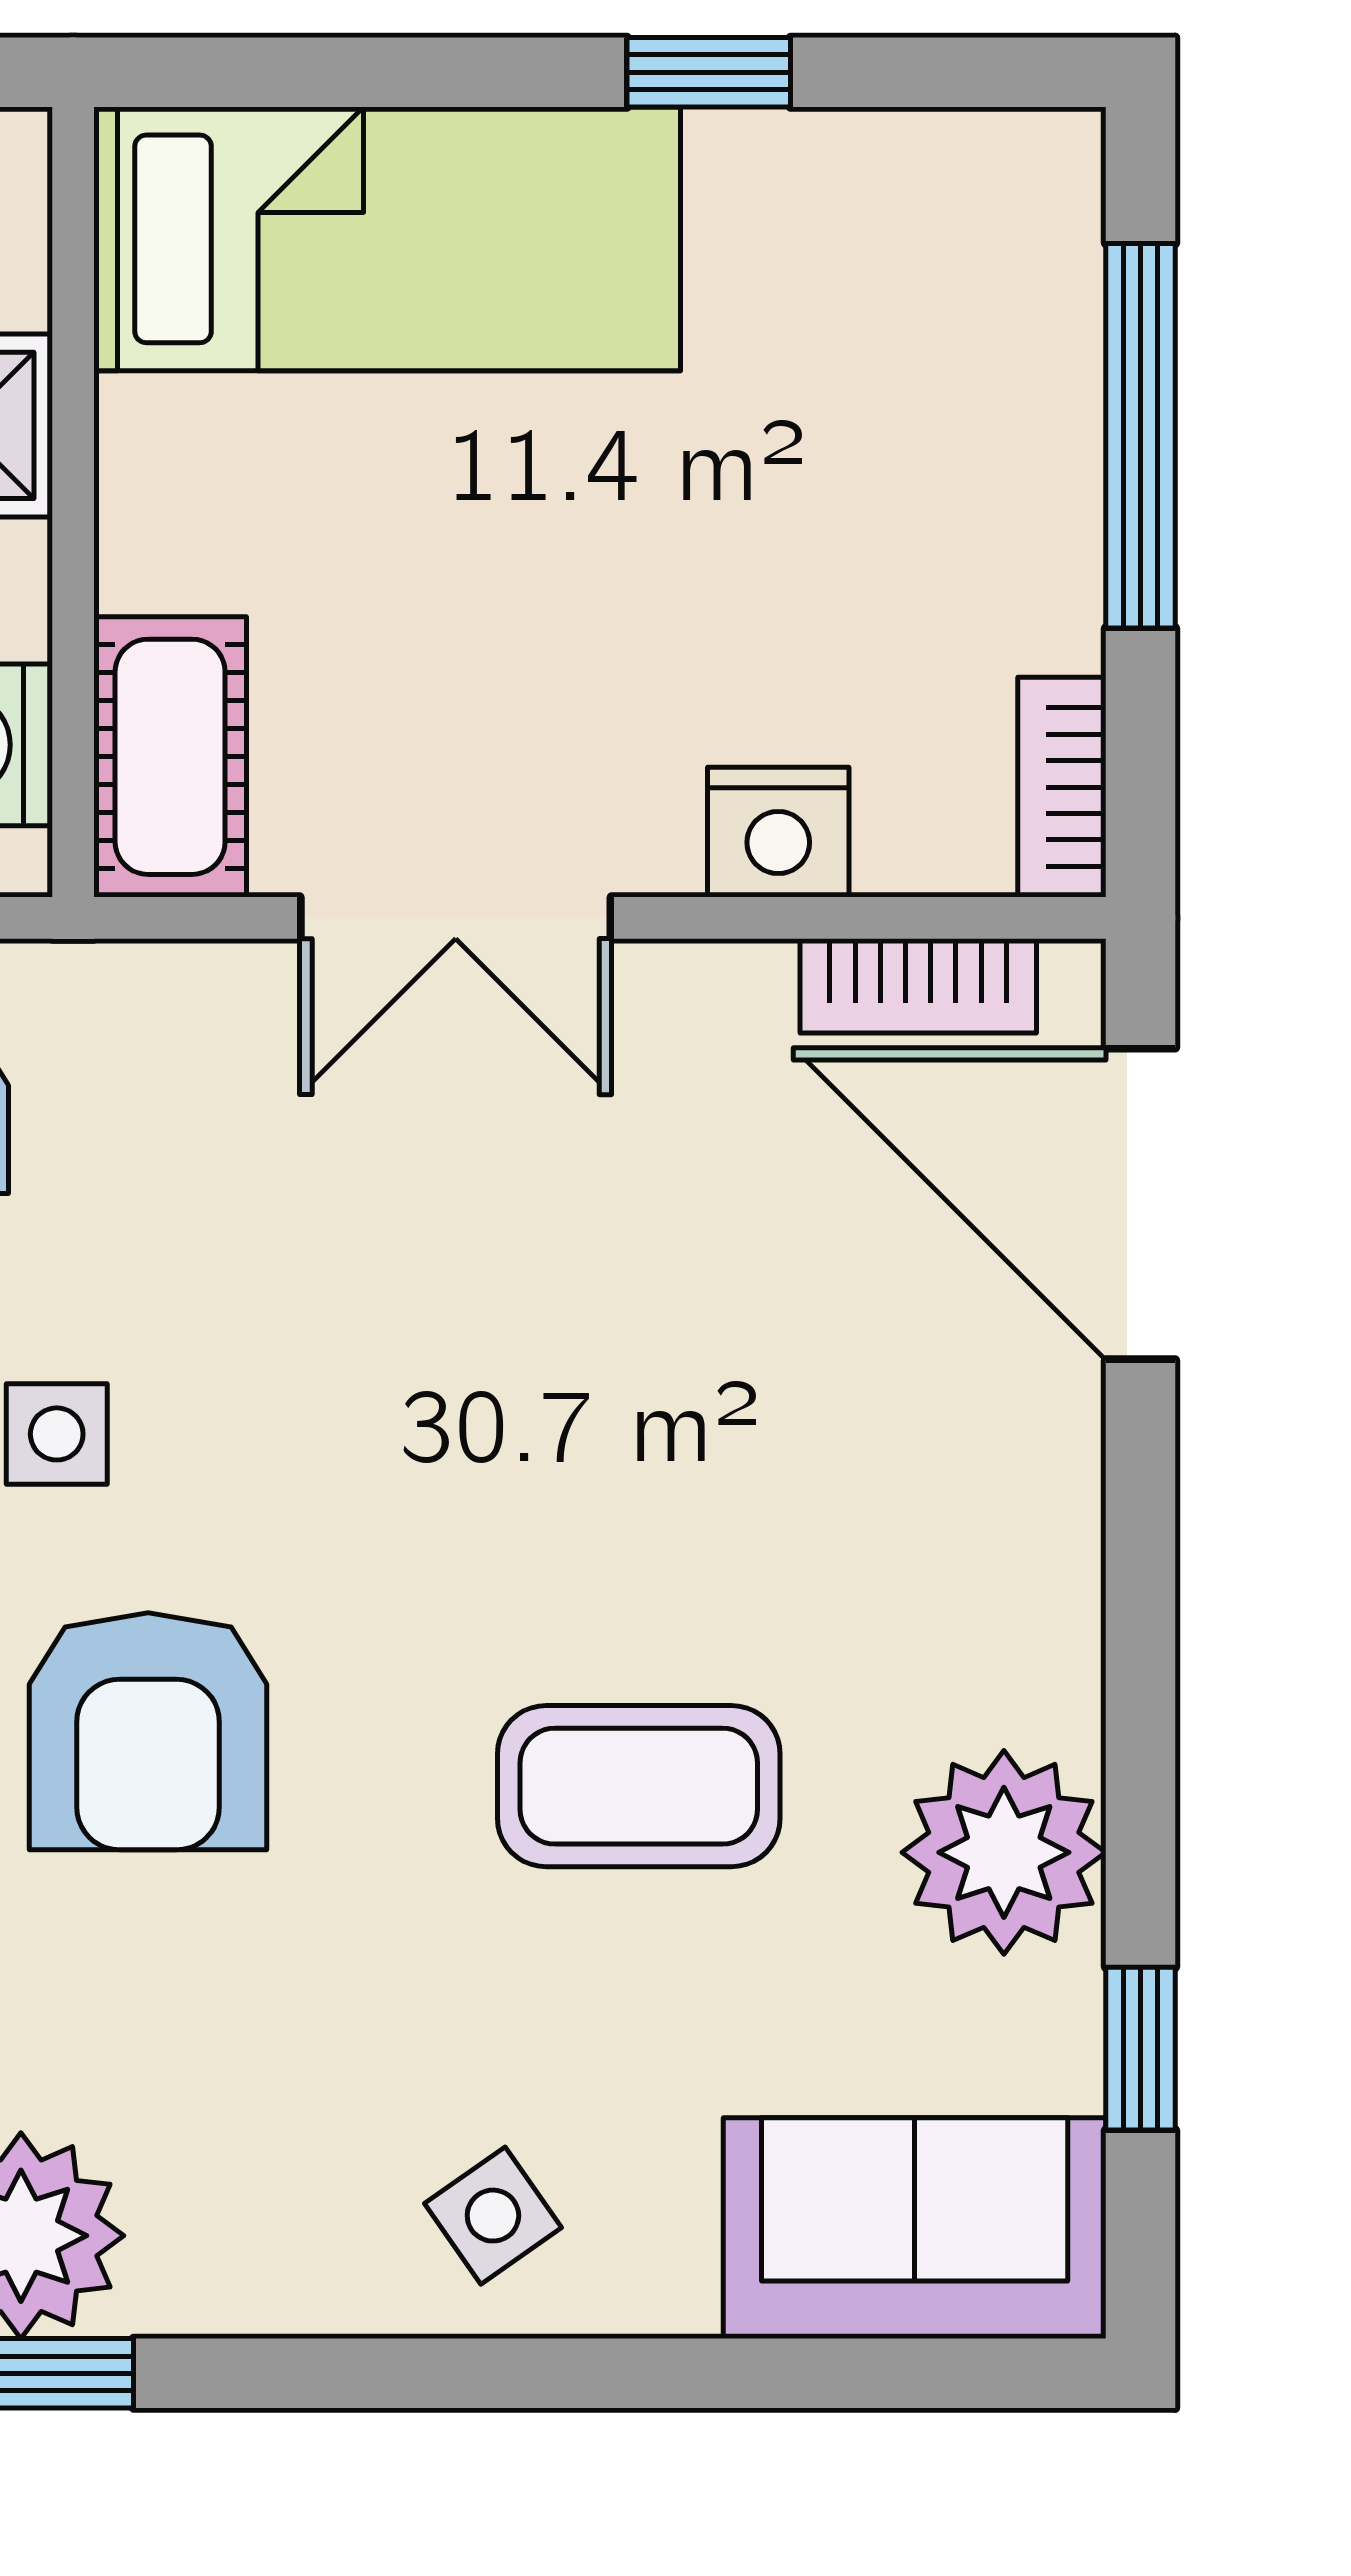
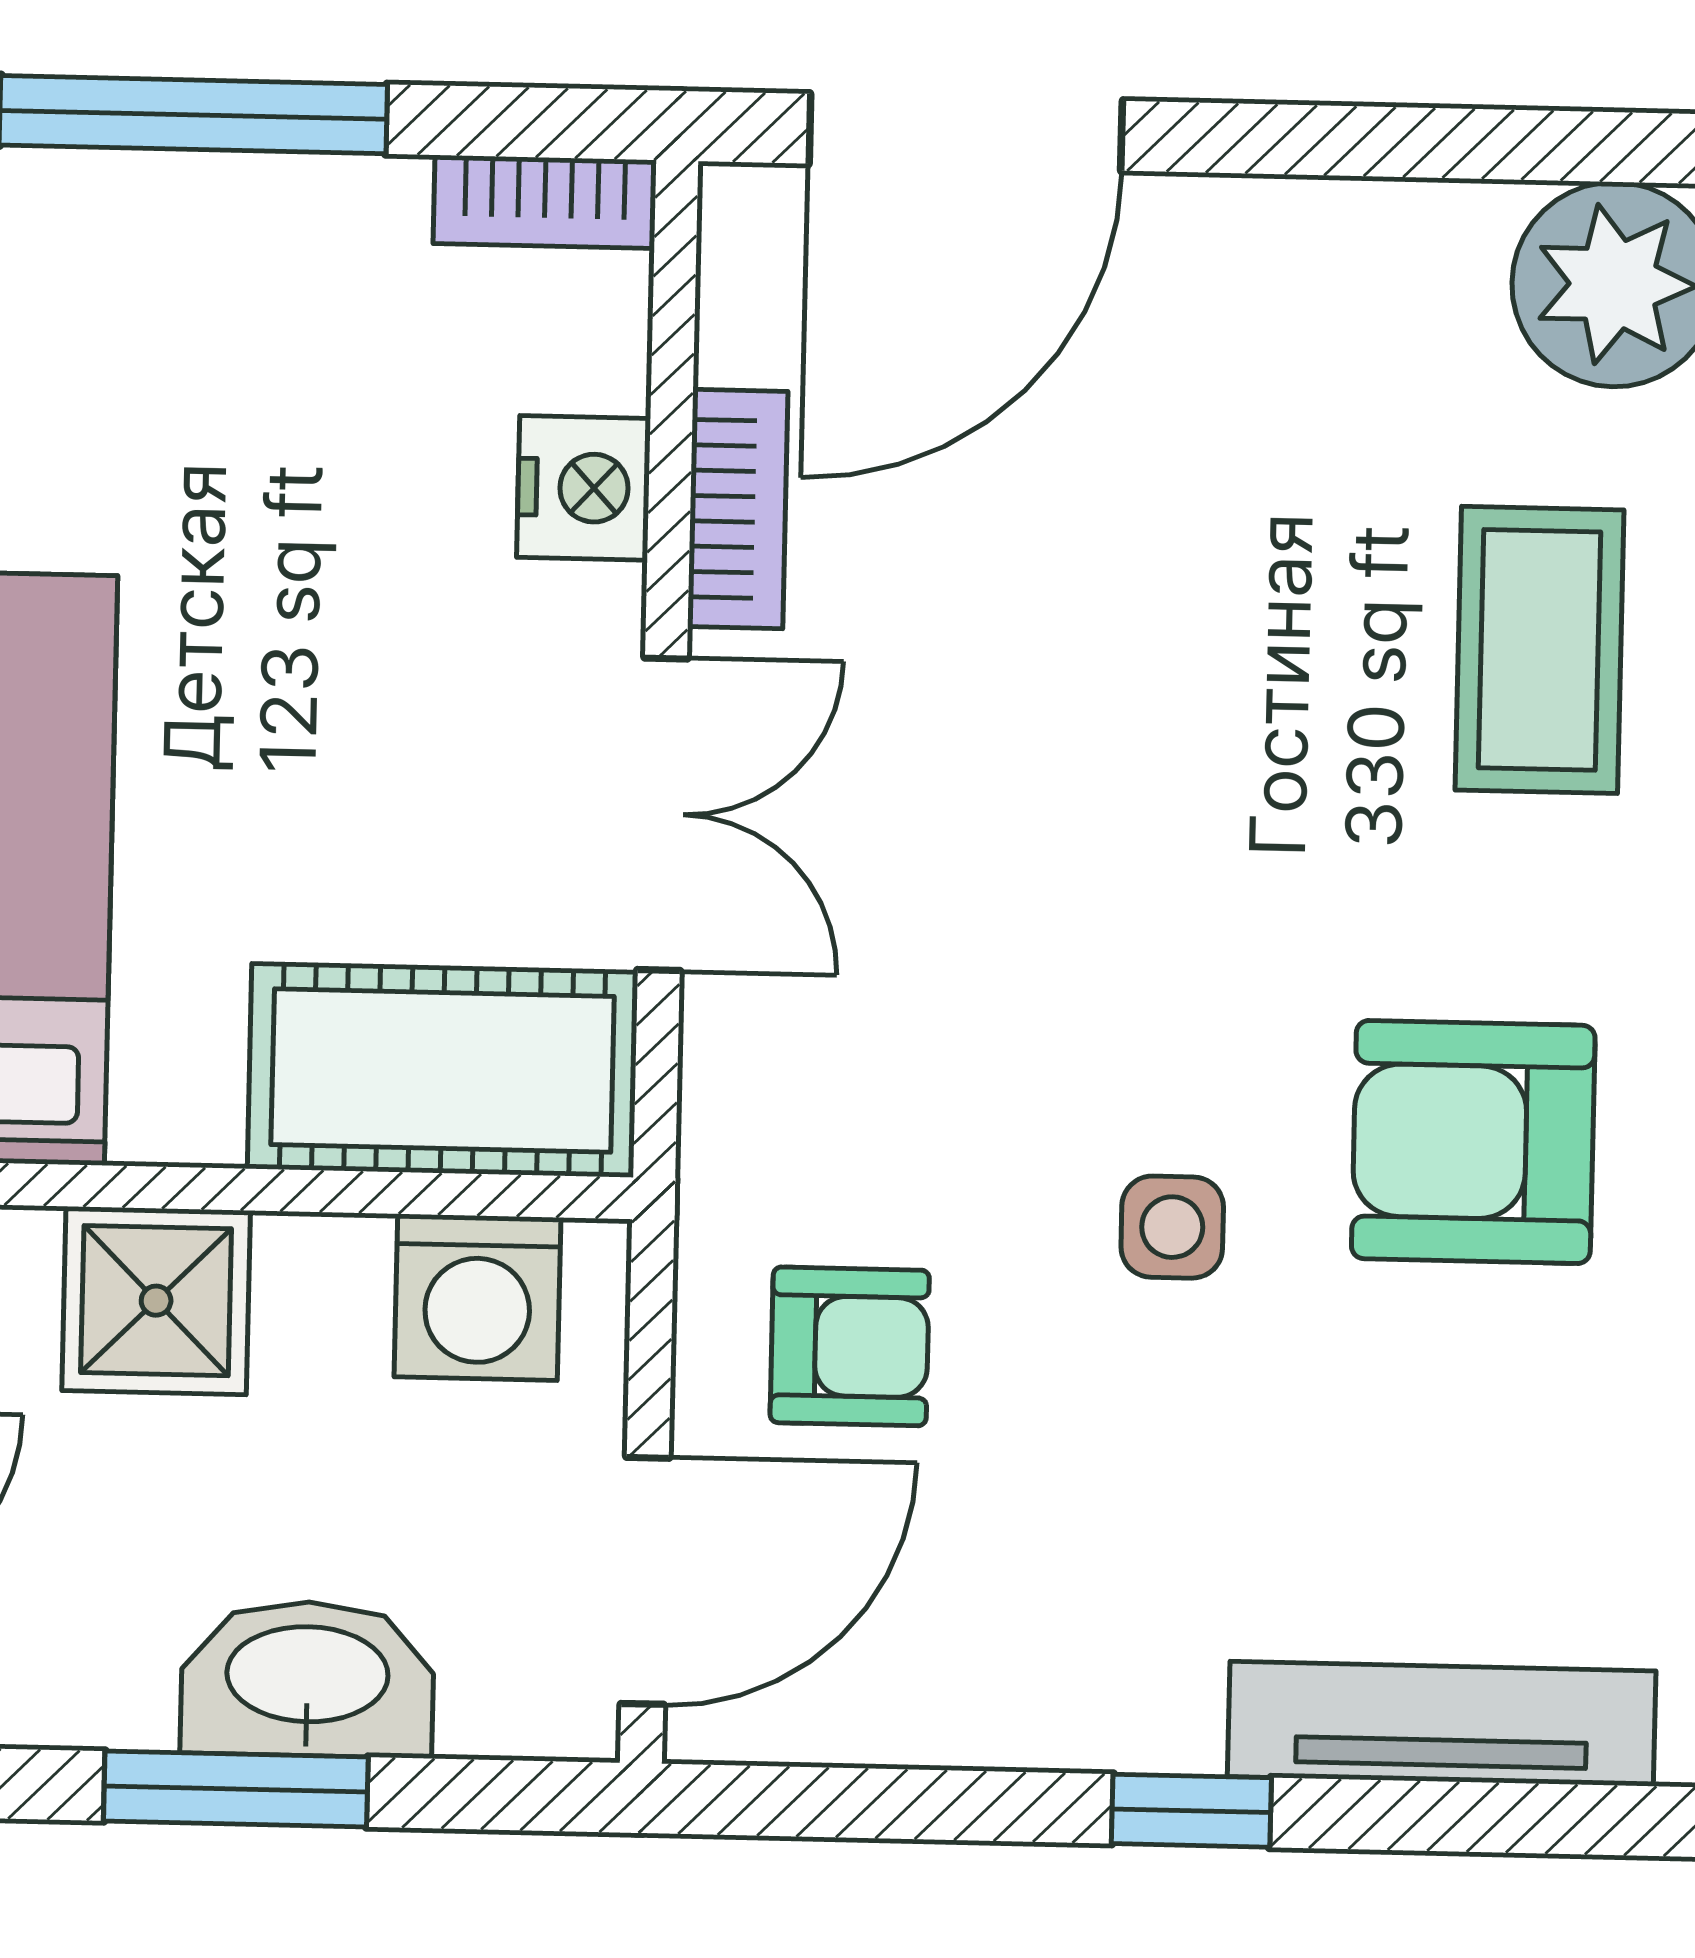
cot: (170, 757) -> (443, 1070), width x1.37, depth x1.34
bookcase: (918, 986) -> (738, 509), moved
armchair: (148, 1731) -> (1473, 1142), turned 180

